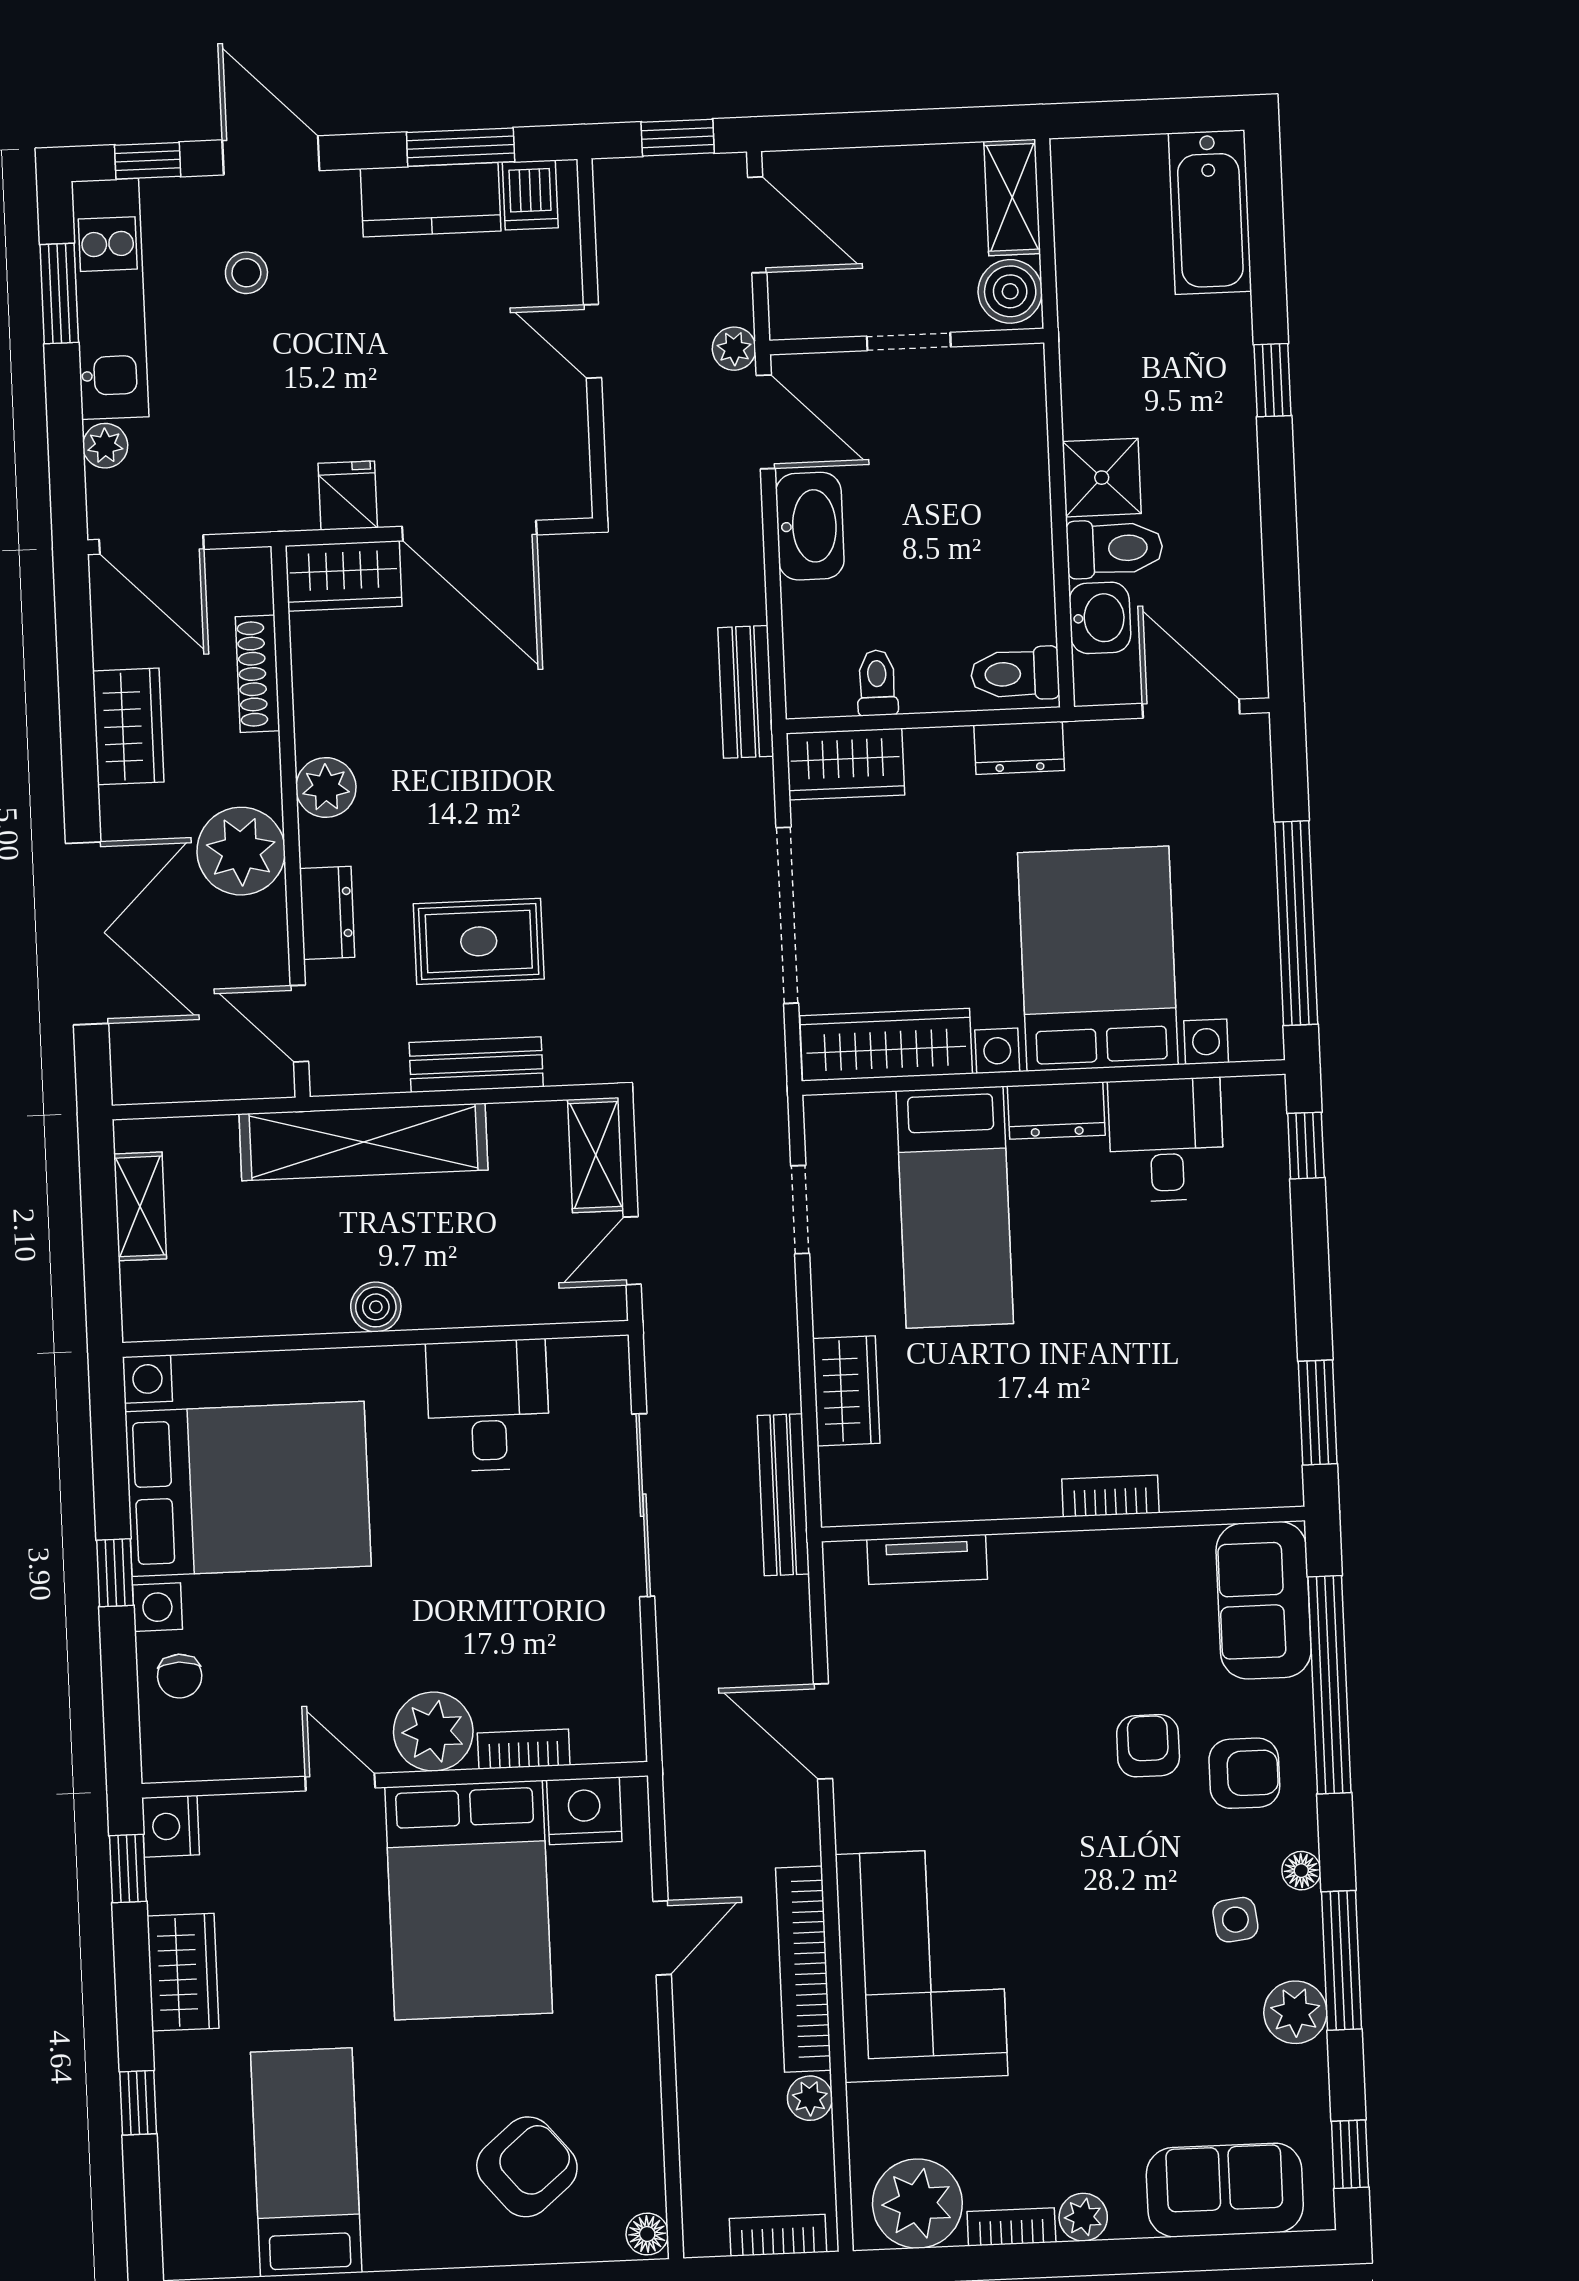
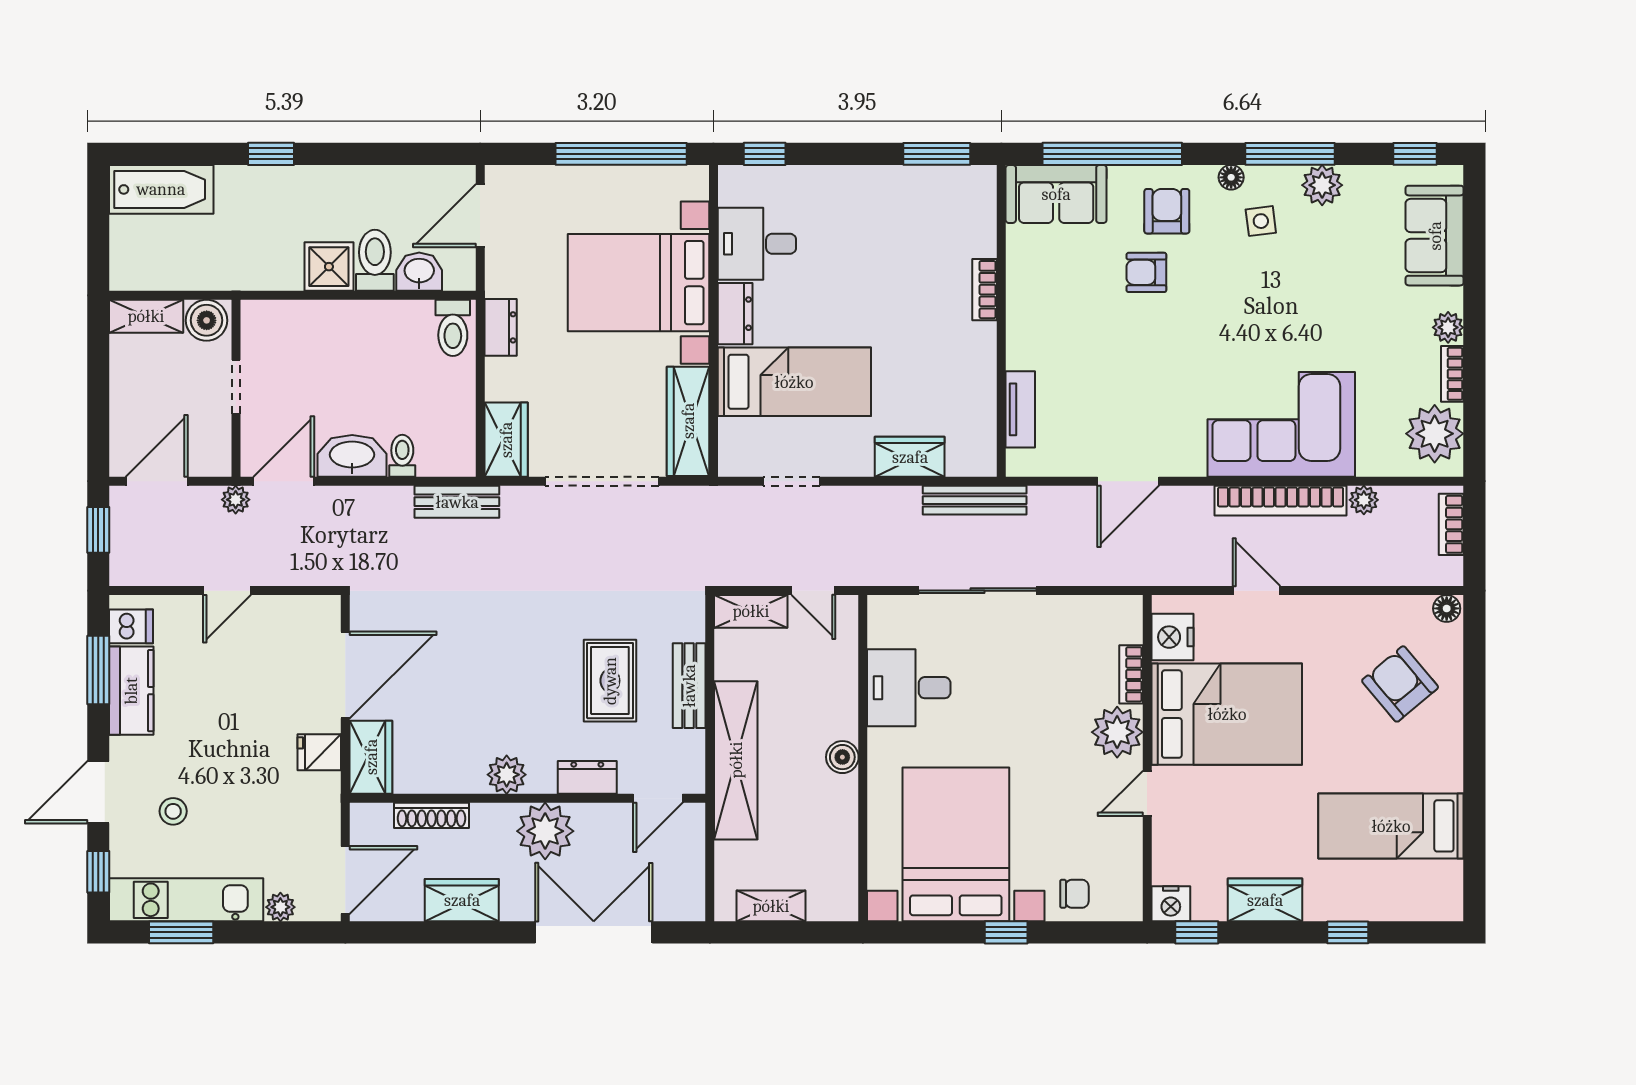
toilet: (877, 683) -> (402, 456), moved, turned 90

